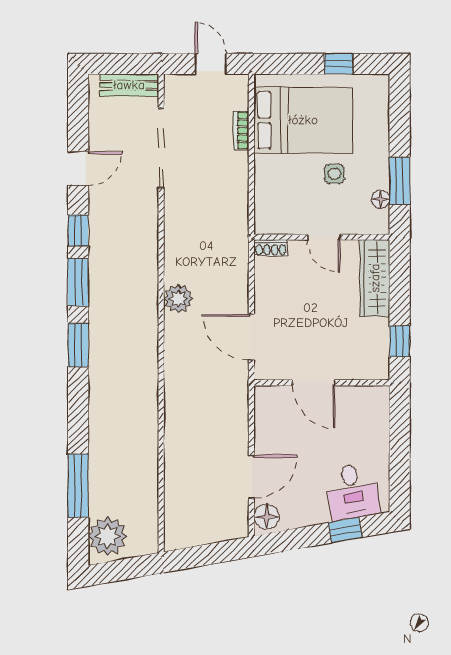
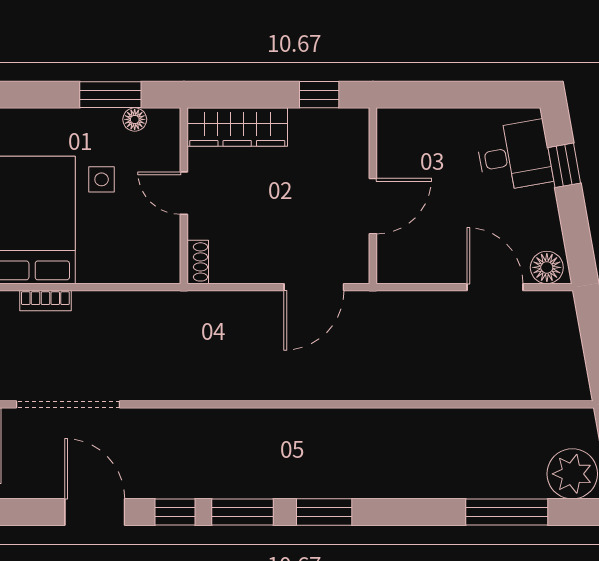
door: (78, 169) -> (95, 512), width x1.38
door: (324, 237) -> (184, 193), swing flipped
plant: (178, 299) -> (264, 382), removed

